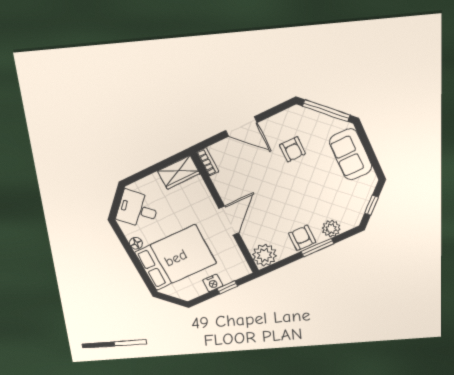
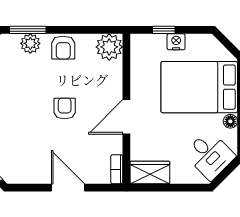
armchair: (293, 149) -> (65, 108), moved
door: (229, 221) -> (126, 117), moved
window: (317, 248) -> (28, 30), moved

